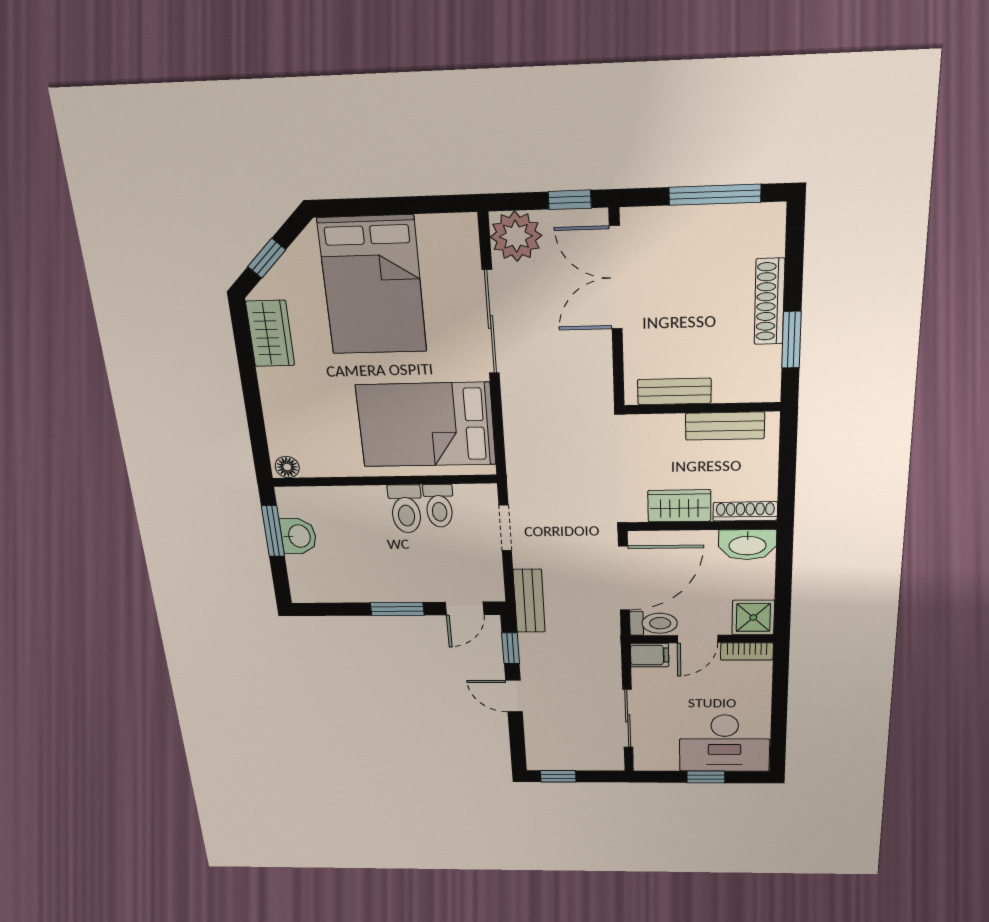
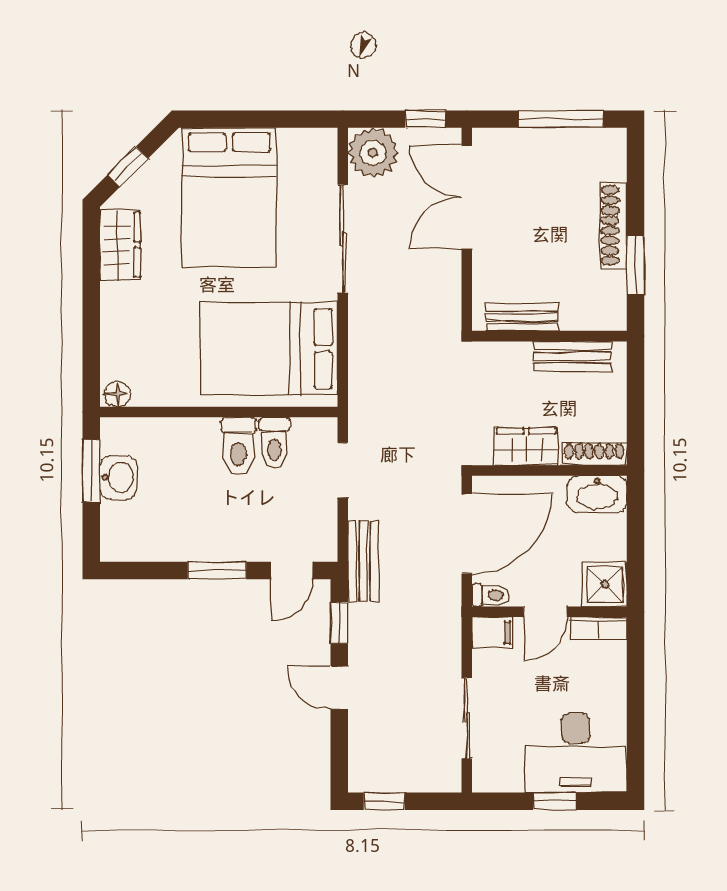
toilet: (654, 623) -> (490, 595), width x0.73, depth x0.72

